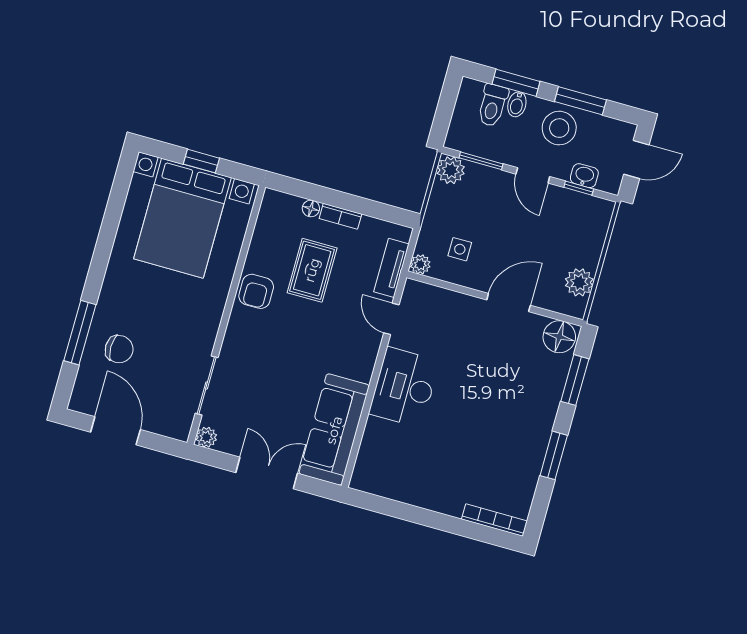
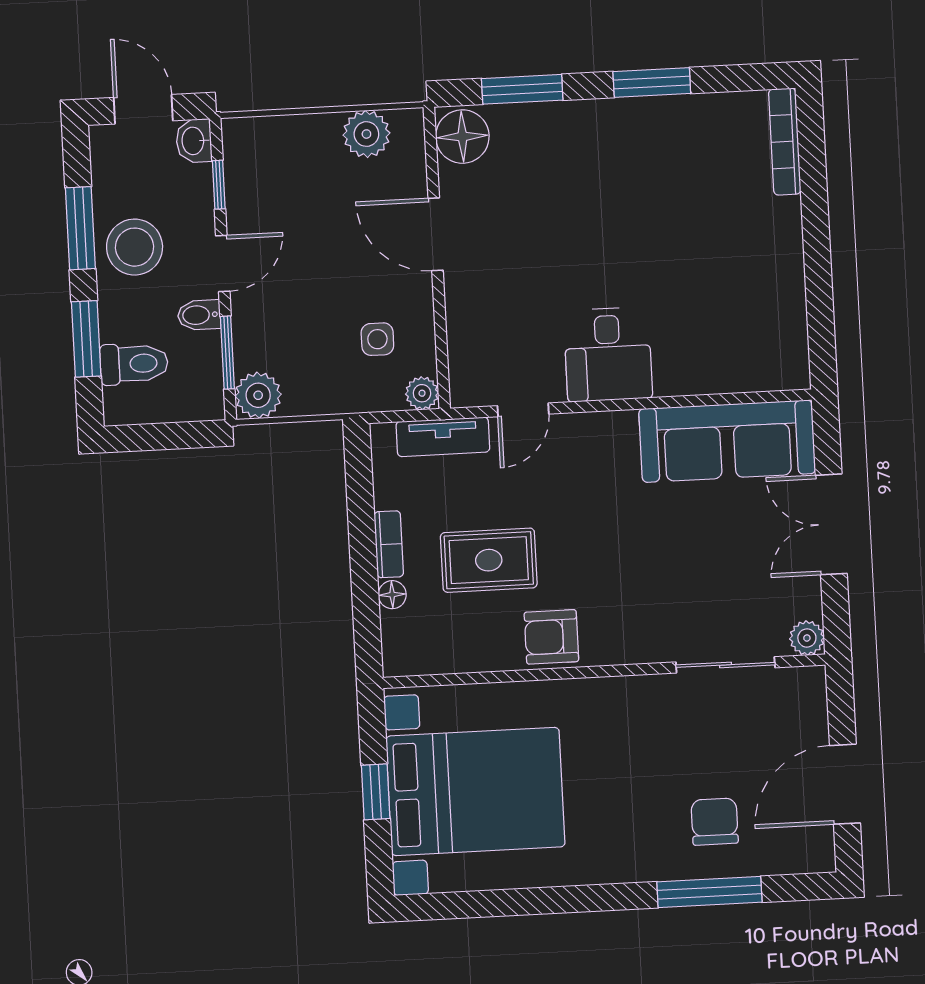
bidet: (517, 104) -> (199, 315), moved, turned 180
washbasin: (584, 176) -> (194, 141), moved
armchair: (256, 291) -> (551, 637), turned 180
desk: (404, 387) -> (608, 354), width x0.73

